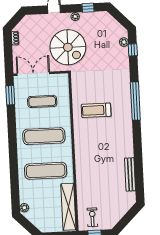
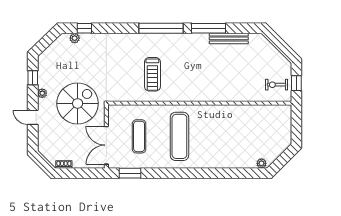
window: (135, 101) -> (161, 28), moved
window: (138, 156) -> (208, 28), added
exercise mat: (46, 171) -> (220, 136), removed
shelving: (68, 207) -> (263, 112), removed

